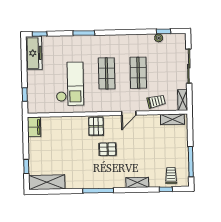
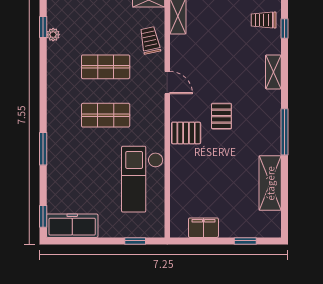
checkout: (70, 84) -> (142, 179), moved, turned -90
filing cabinet: (34, 127) -> (203, 228), moved
shelving: (47, 182) -> (270, 183), moved

